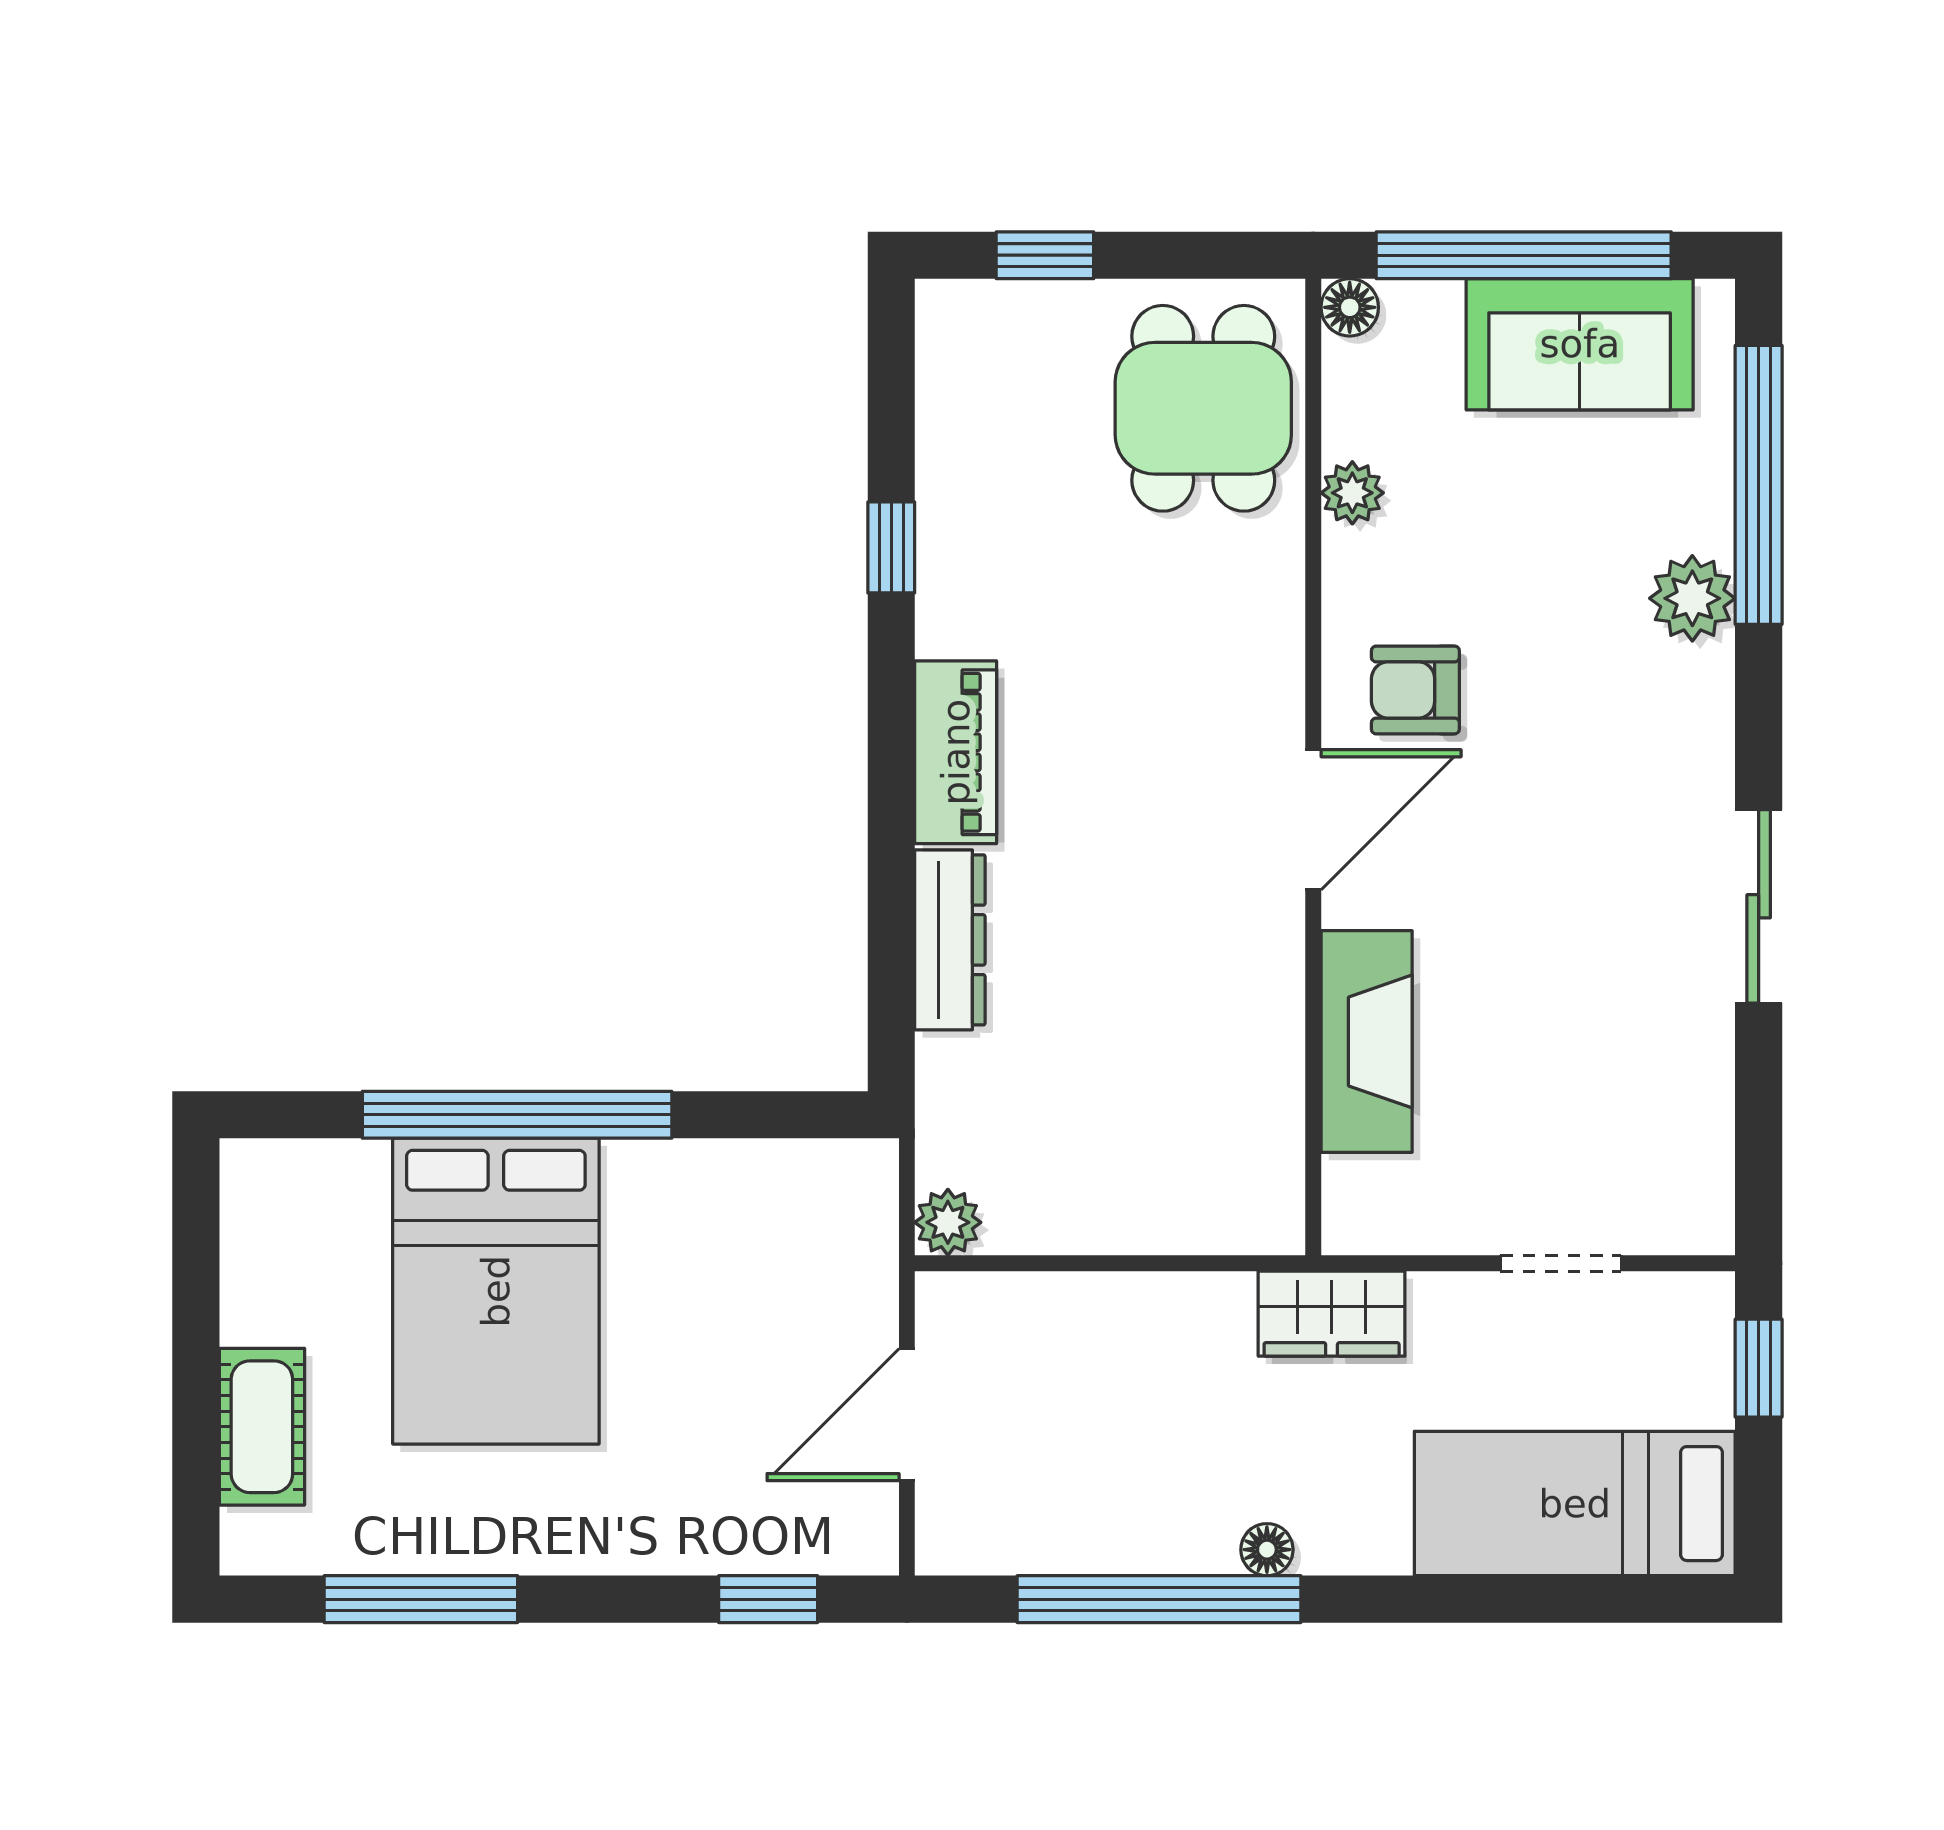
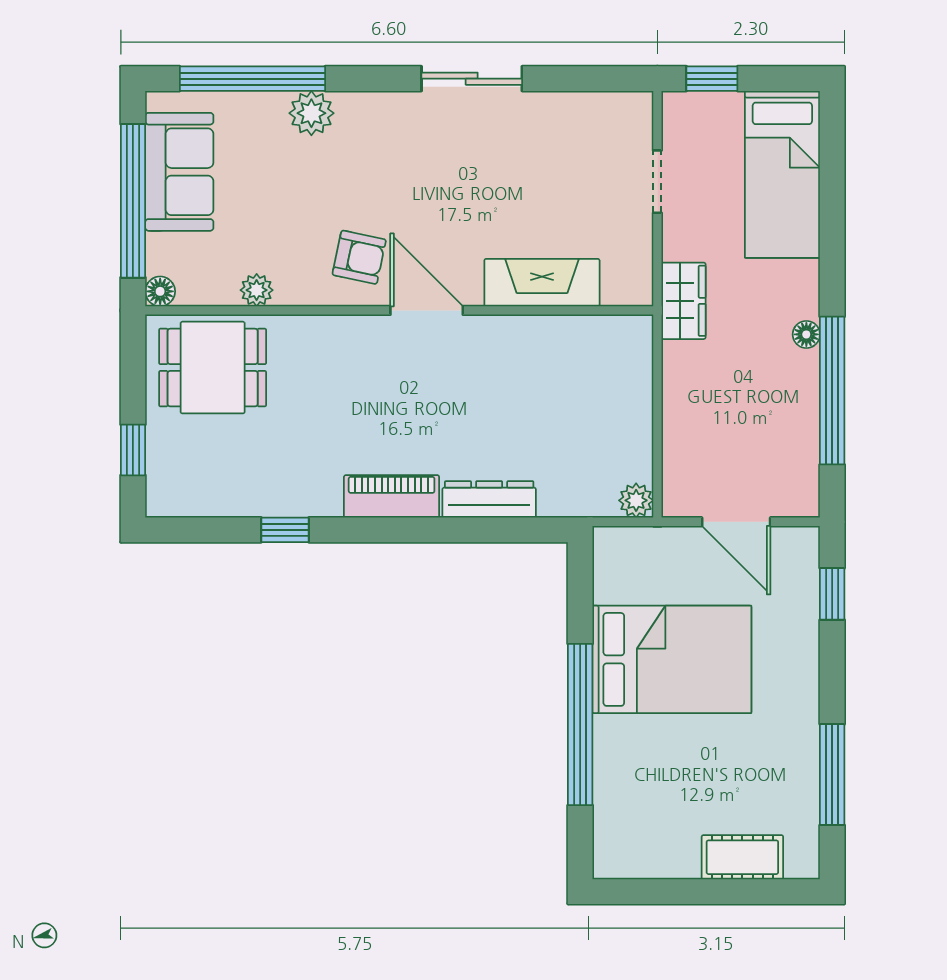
armchair: (1415, 690) -> (359, 257), turned -78
bed: (496, 1291) -> (672, 659), moved

